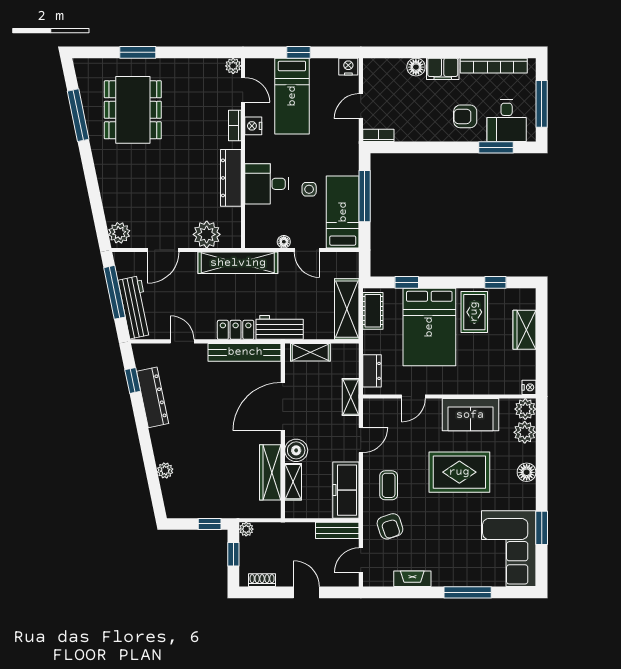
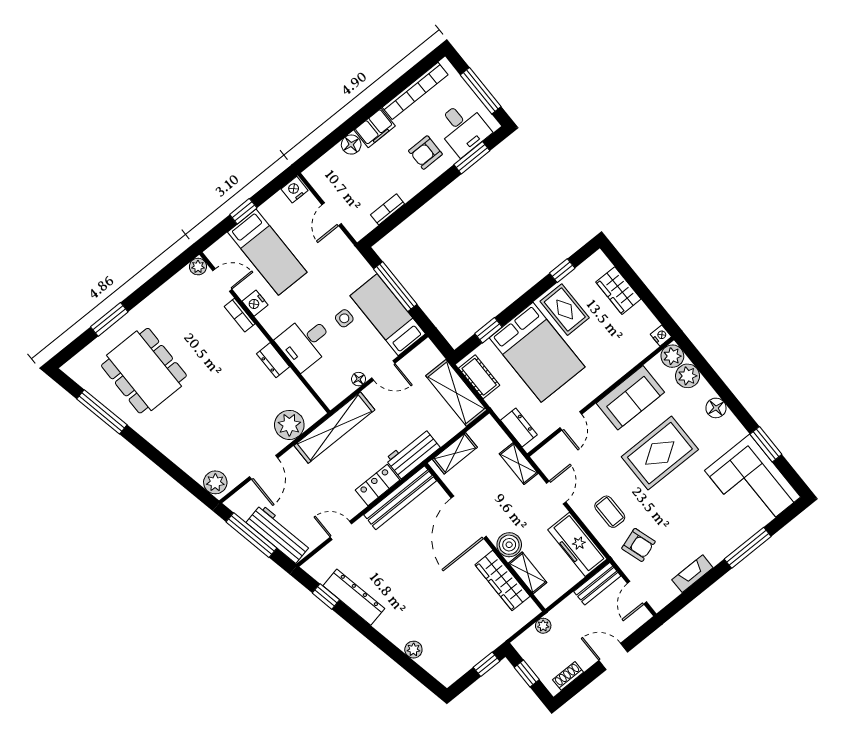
bookcase: (378, 135) -> (388, 209), moved
dresser: (231, 178) -> (273, 360), width x0.51, depth x0.80
plant: (246, 529) -> (543, 626), moved

